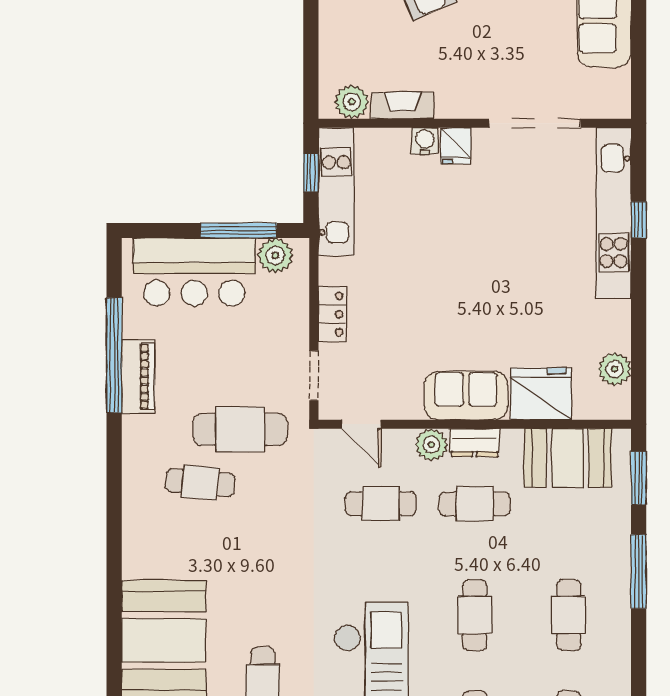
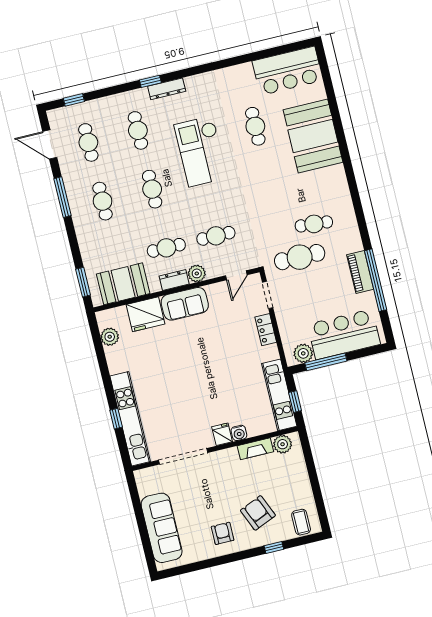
door: (361, 424) -> (236, 275), swing flipped
window: (639, 572) -> (63, 197), moved

